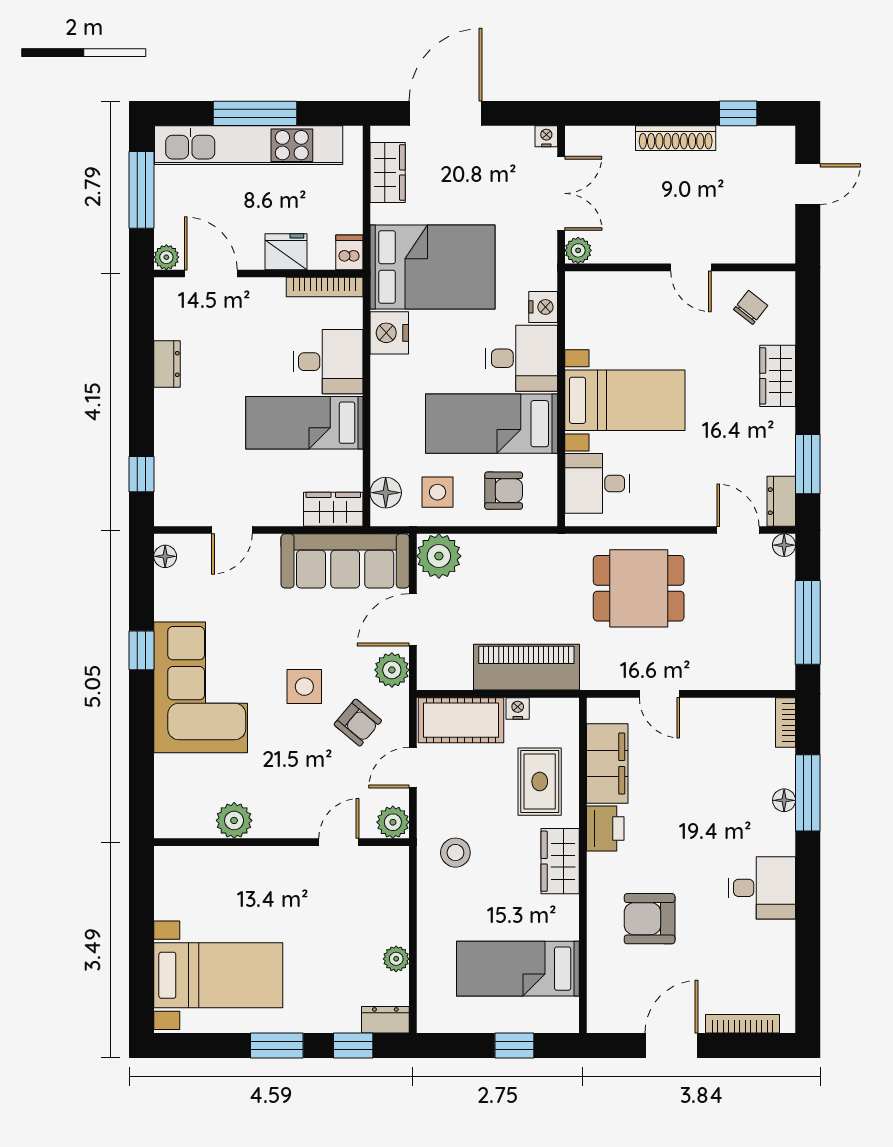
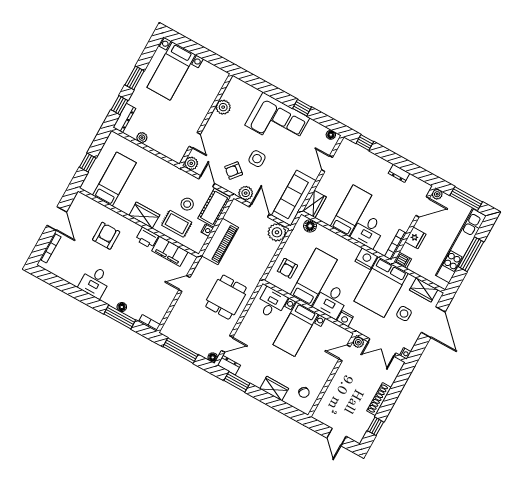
door: (691, 267) -> (345, 353), moved
side table: (438, 492) -> (404, 314), moved
stool: (455, 853) -> (187, 204), moved
dresser: (385, 1020) -> (124, 118), width x1.44

